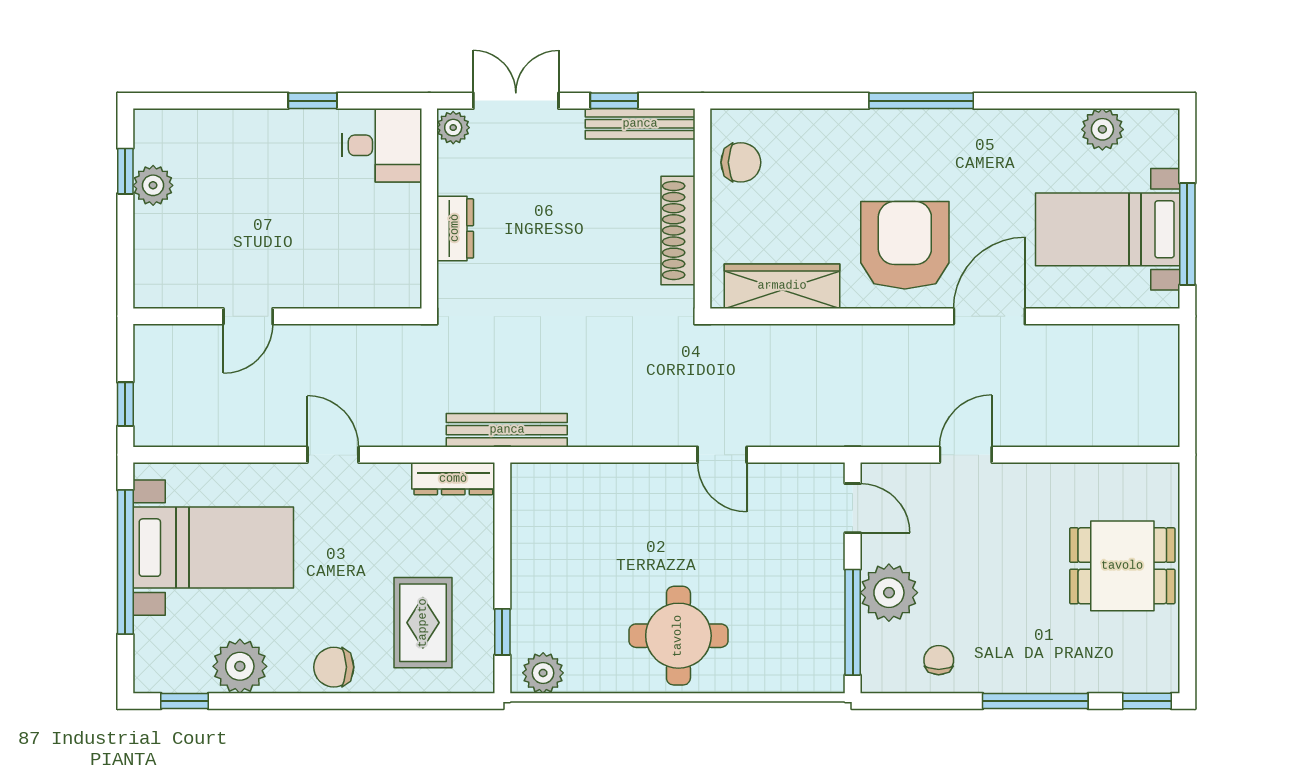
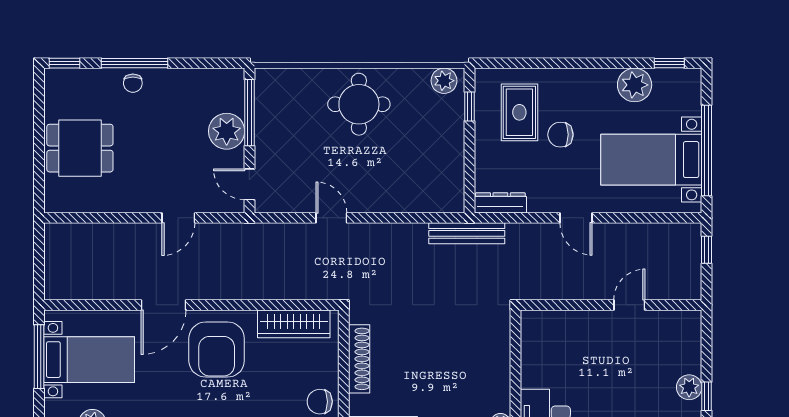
dresser: (455, 228) -> (499, 360), removed
chair: (939, 660) -> (133, 83), moved
chair: (334, 667) -> (560, 135), moved, turned 180

